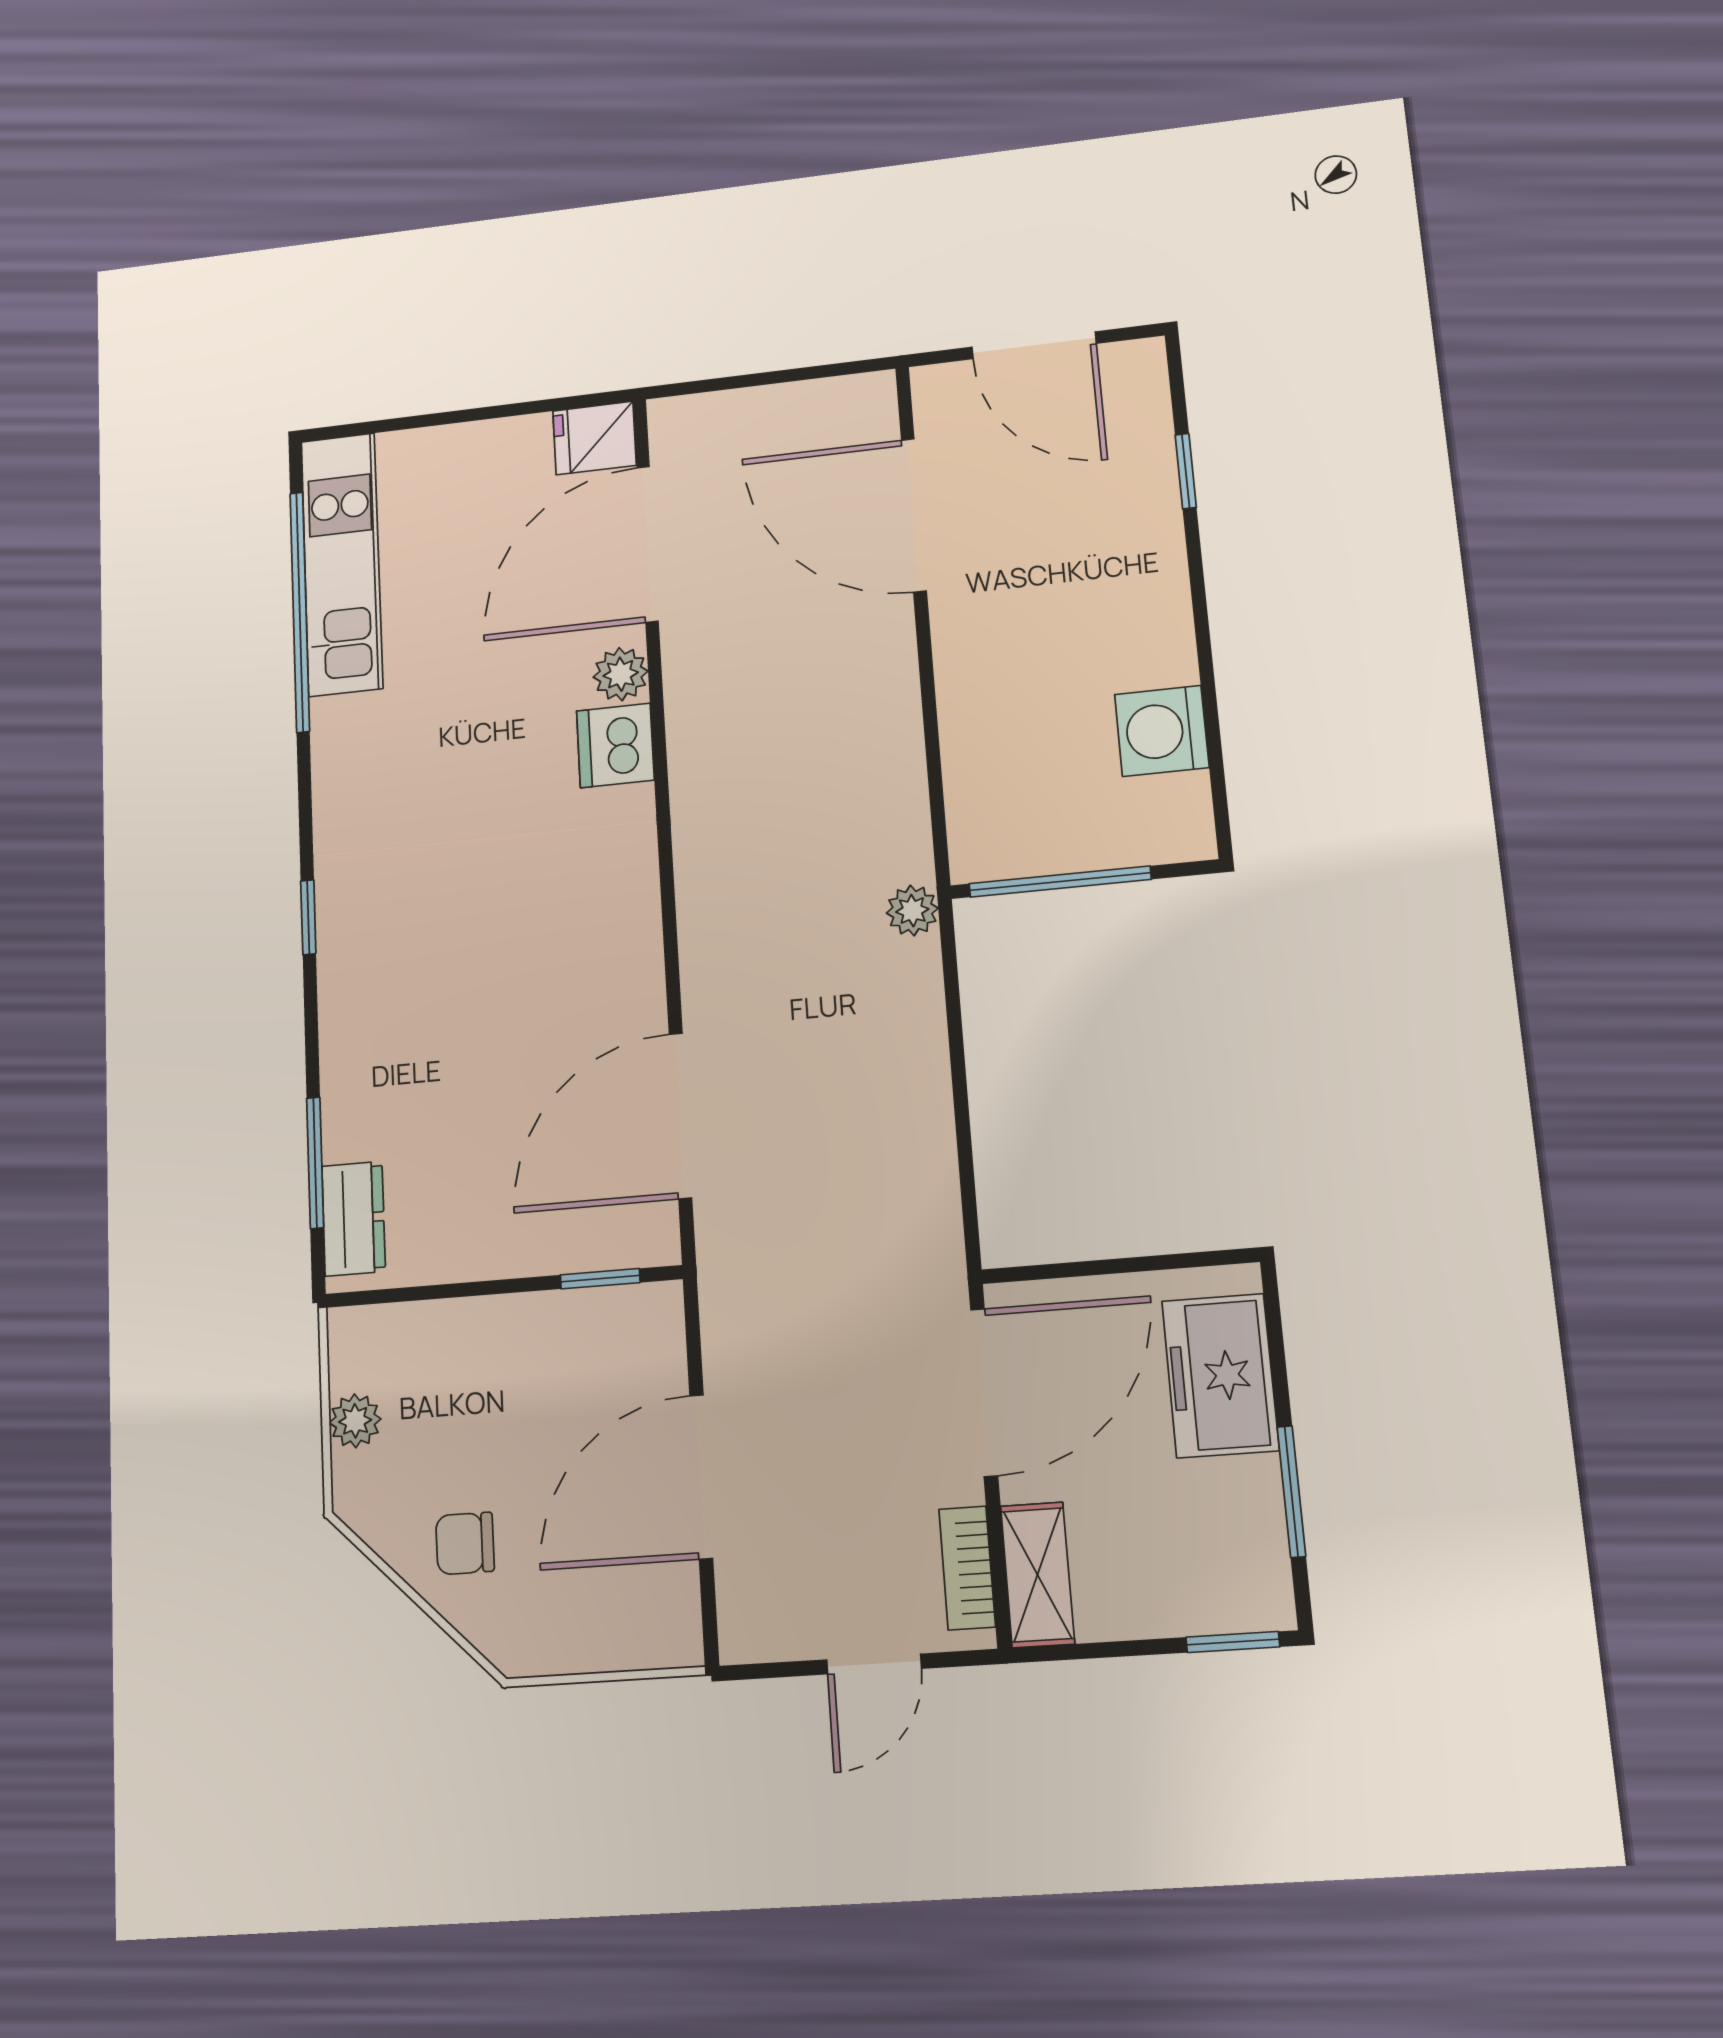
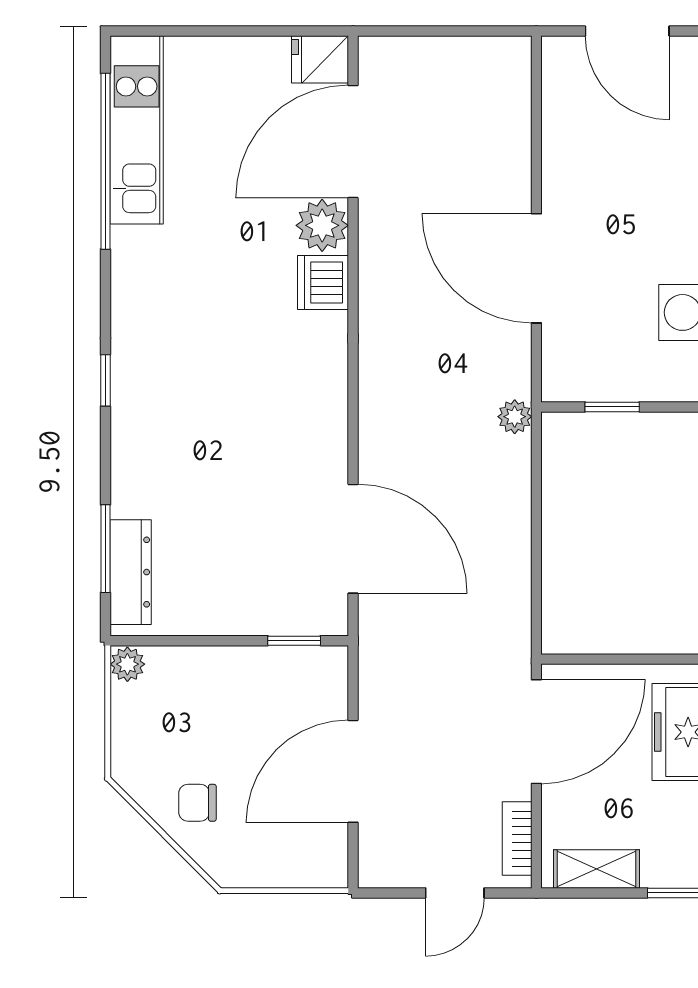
door: (914, 515) -> (536, 268), moved
plant: (621, 674) -> (322, 225), width x1.38, depth x1.38
window: (1060, 882) -> (612, 407), width x0.46
door: (680, 1116) -> (353, 539), swing flipped
dresser: (354, 1219) -> (131, 572), width x1.44
plant: (355, 1421) -> (127, 664), moved
shelving: (1038, 1575) -> (597, 869), moved, turned 90

